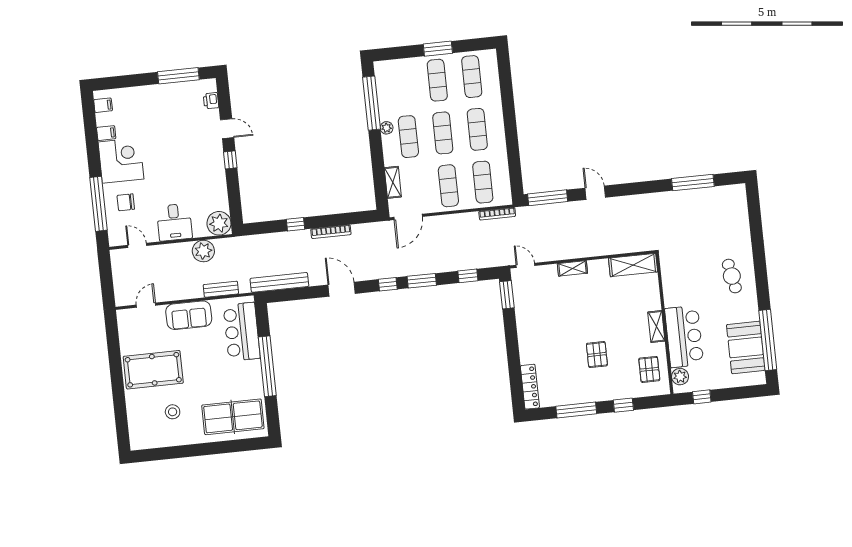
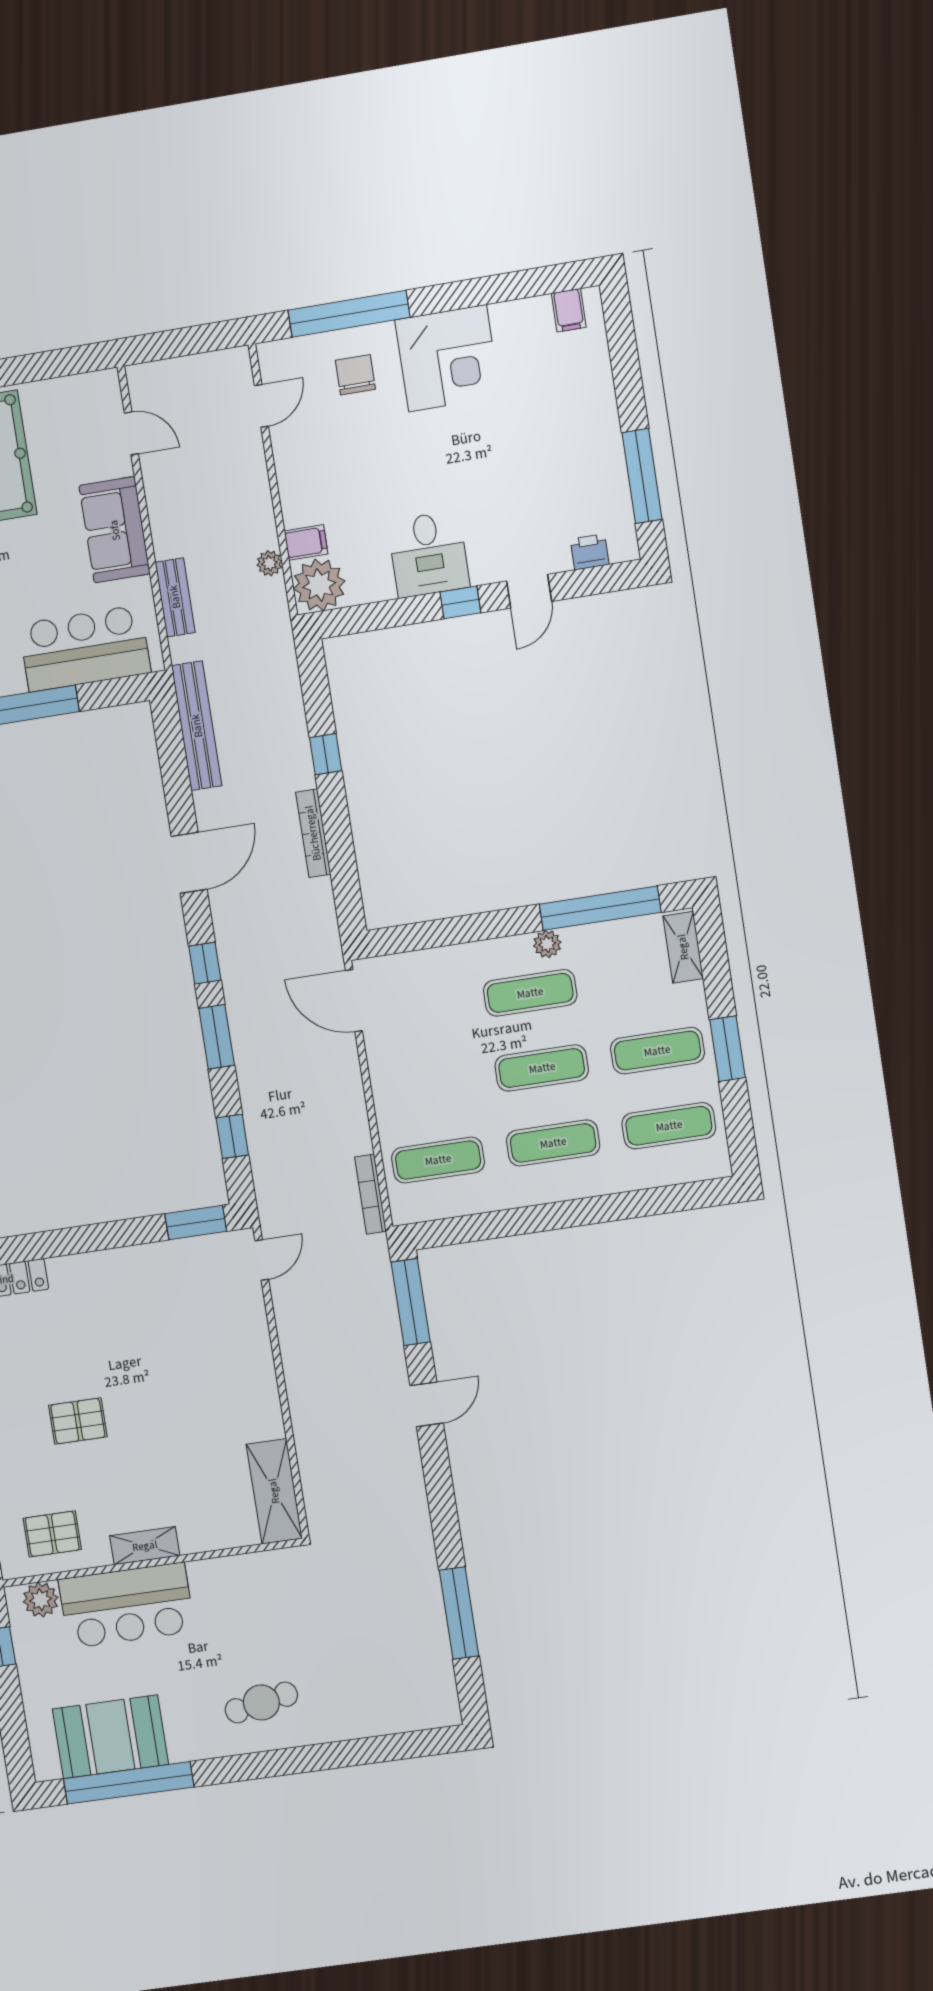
filing cabinet: (106, 133) -> (306, 542), moved, turned -90
shelving: (393, 182) -> (683, 947), moved, turned 90
exercise mat: (448, 186) -> (426, 1085), removed
desk: (174, 222) -> (429, 554), moved, turned -90
plant: (203, 251) -> (270, 563), width x0.53, depth x0.53
shelving: (572, 268) -> (260, 1362), removed

